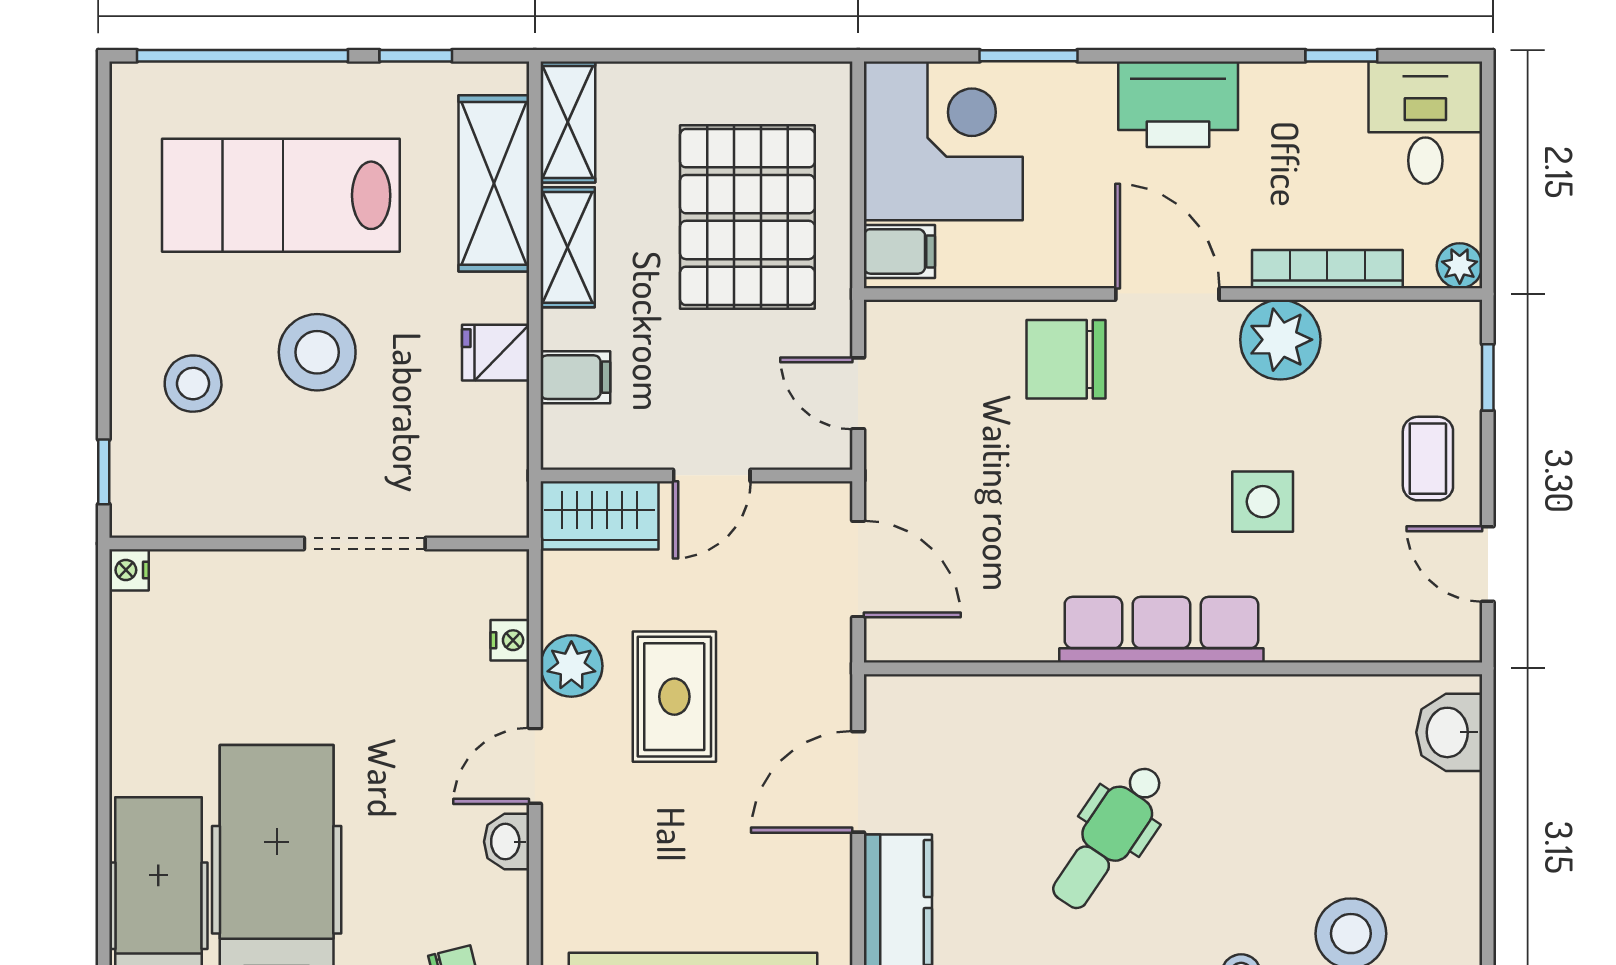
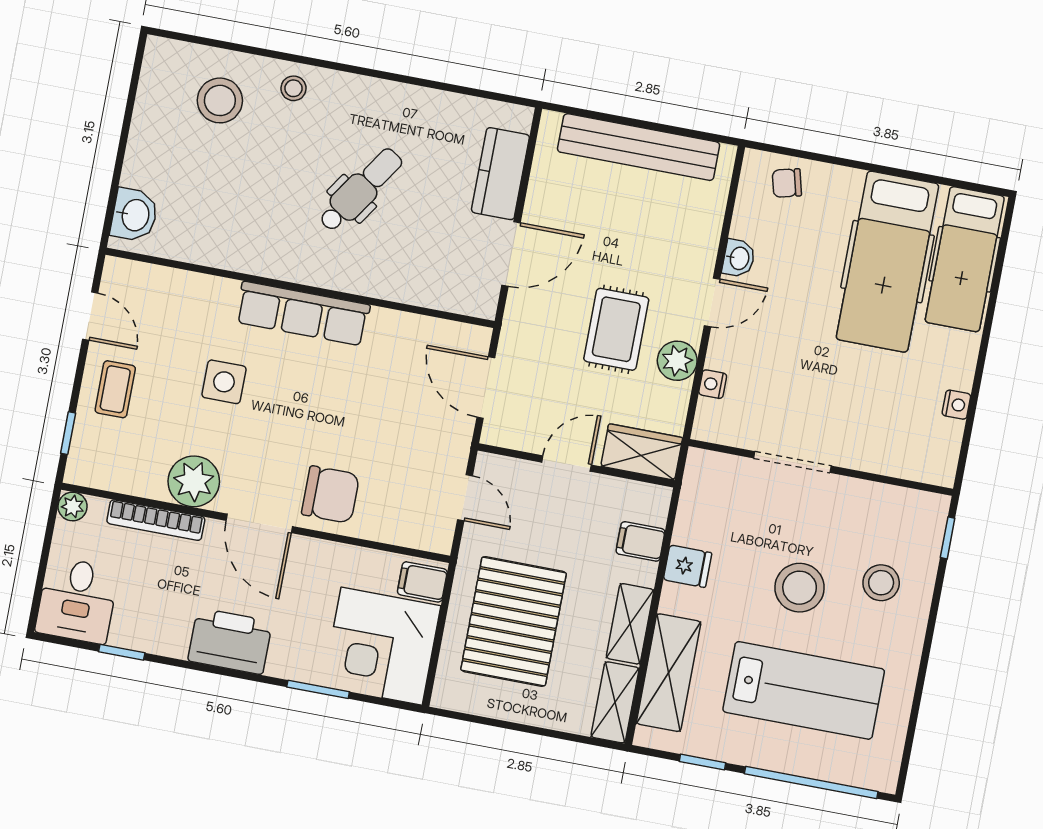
nightstand: (129, 570) -> (956, 405), moved

